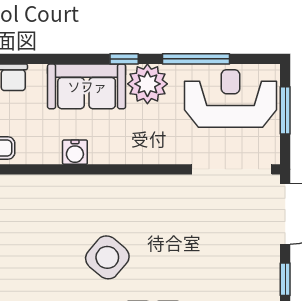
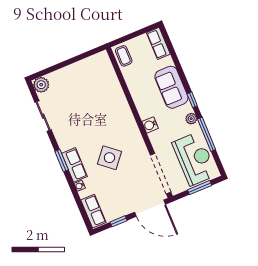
plant: (147, 84) -> (191, 119), width x0.53, depth x0.53
water cooler: (75, 152) -> (150, 125), moved
side table: (107, 257) -> (109, 158), moved

